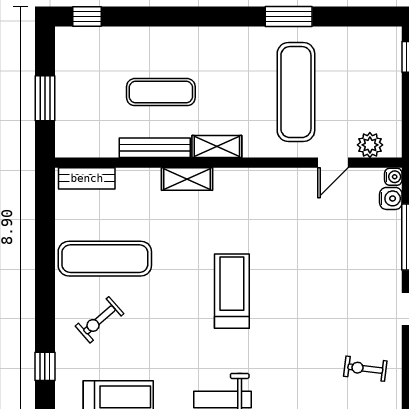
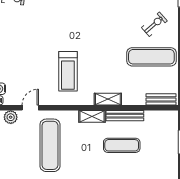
treadmill: (232, 291) -> (68, 71), moved

